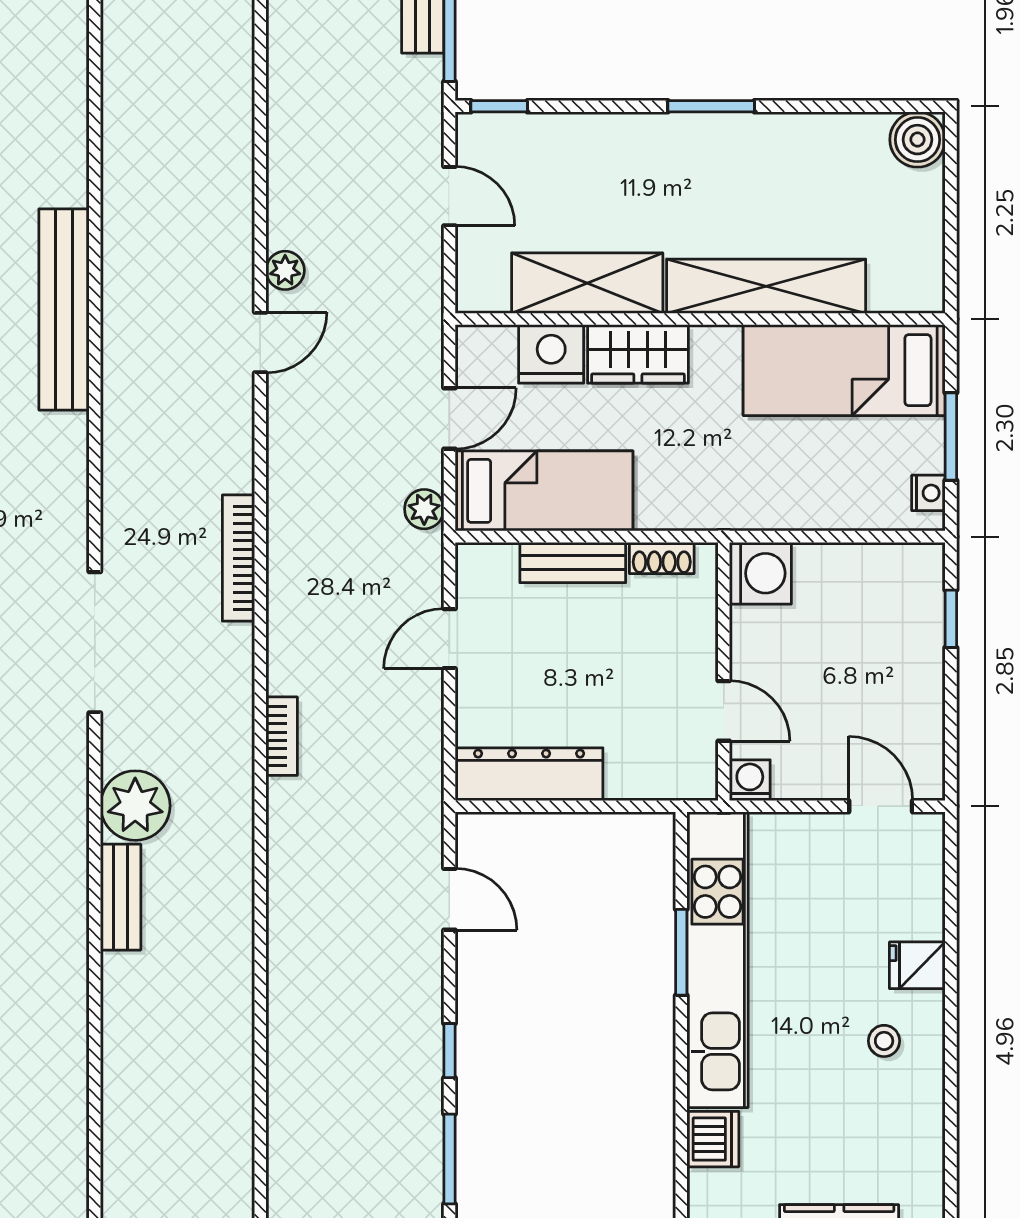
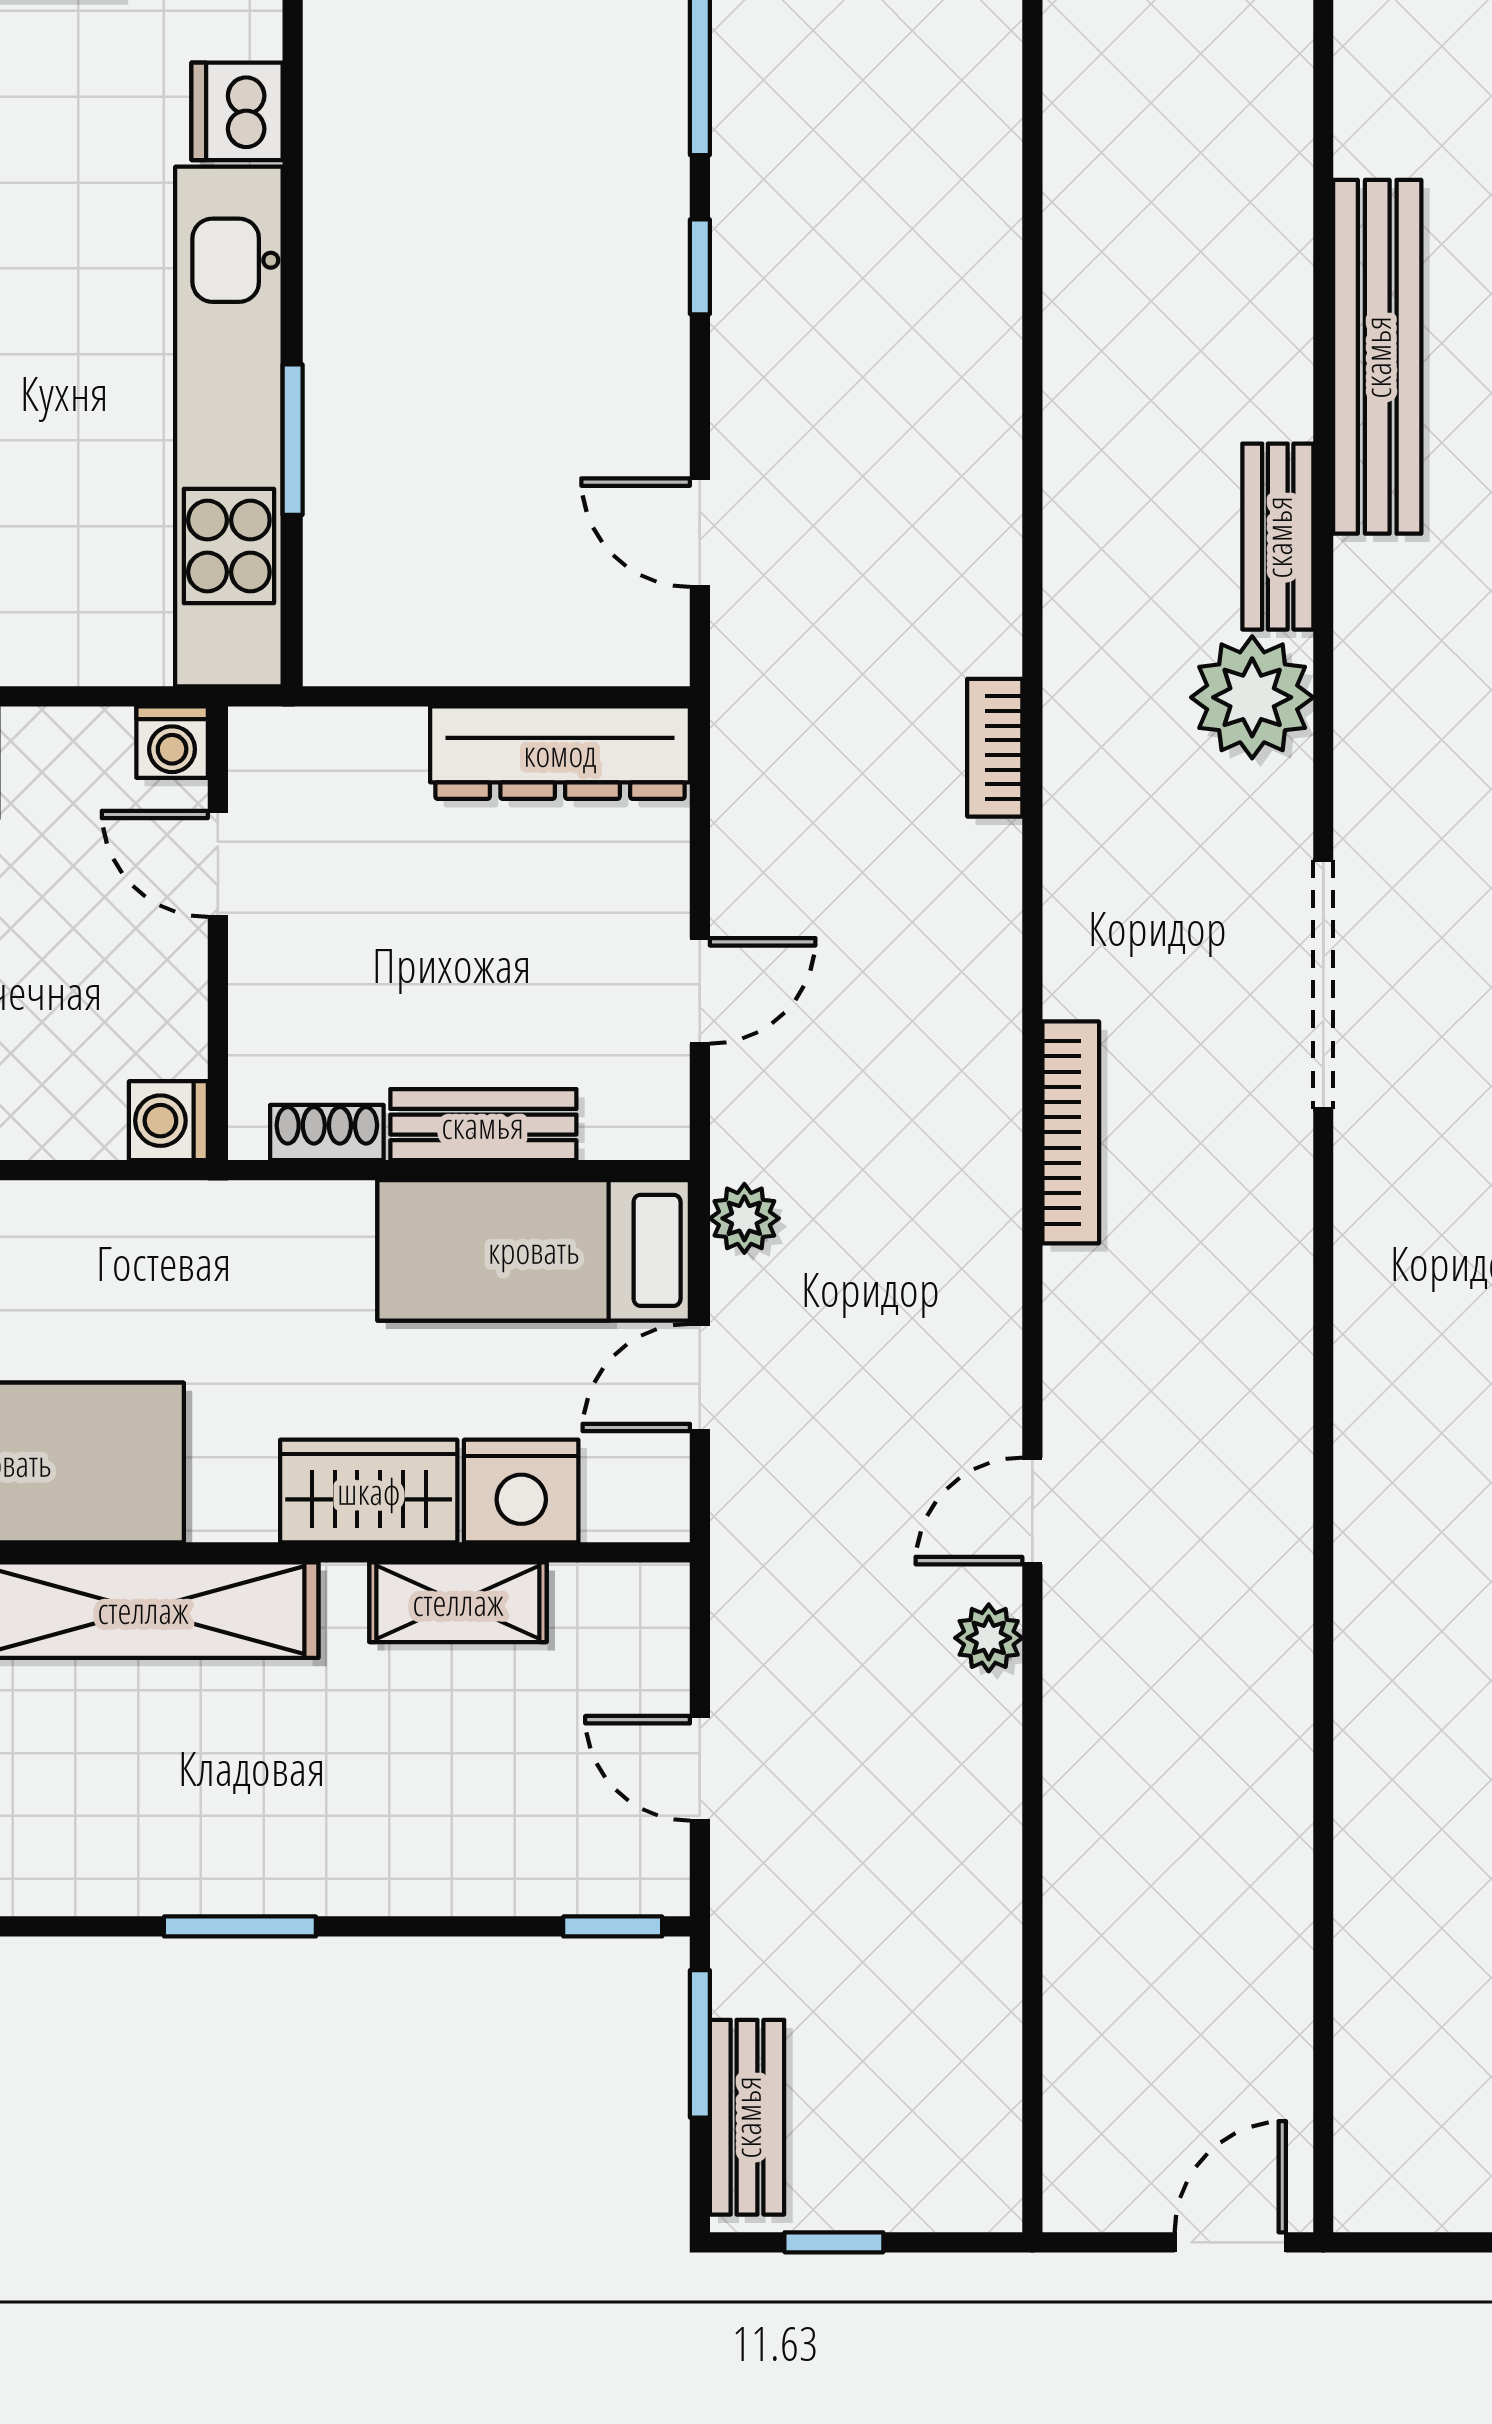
shelving: (587, 283) -> (458, 1602), width x0.67, depth x0.75
bench: (64, 309) -> (1377, 357), moved
washing machine: (760, 573) -> (168, 1121), width x0.73, depth x0.73
bookcase: (282, 736) -> (995, 748), moved

